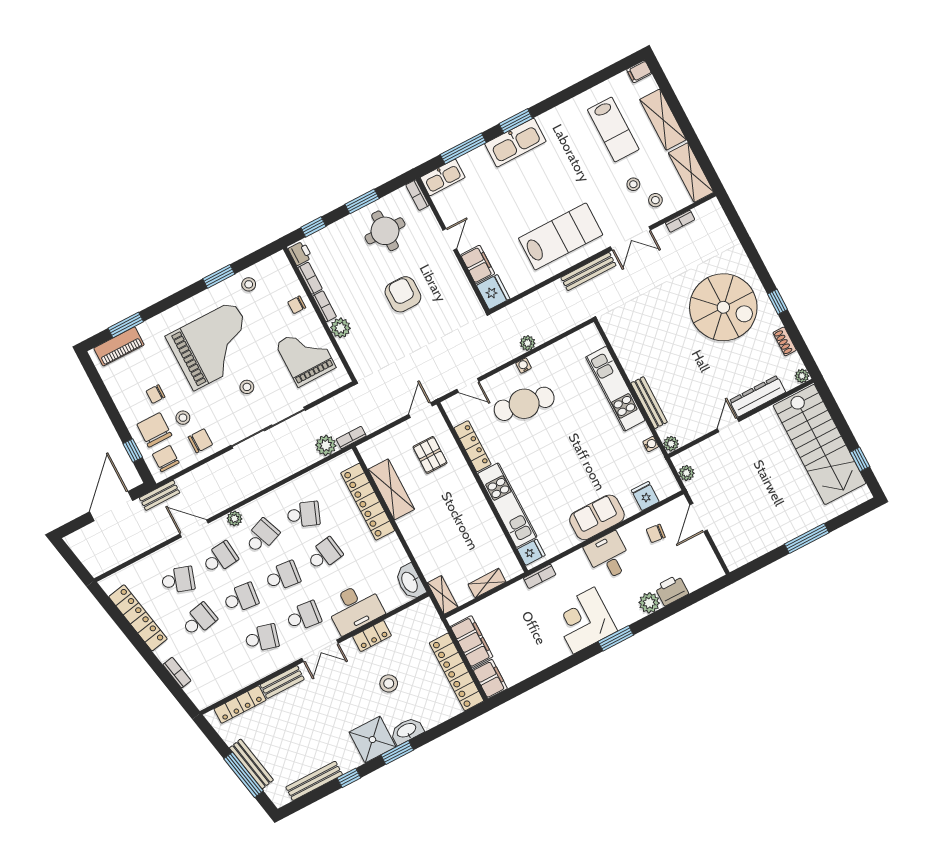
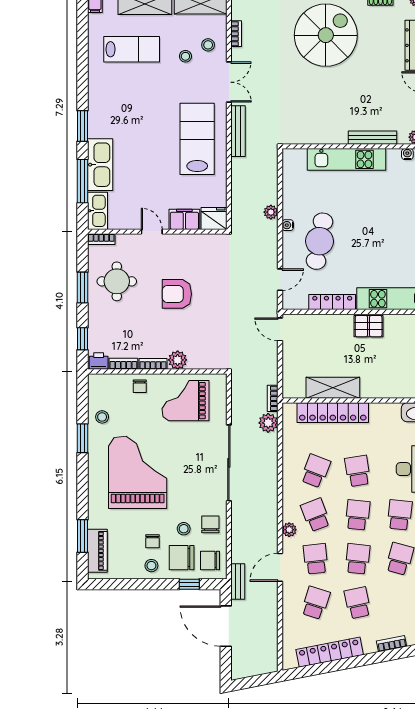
kitchen sink: (515, 143) -> (100, 165), moved
stool: (247, 387) -> (151, 566), moved
pallet: (430, 455) -> (369, 326), moved

